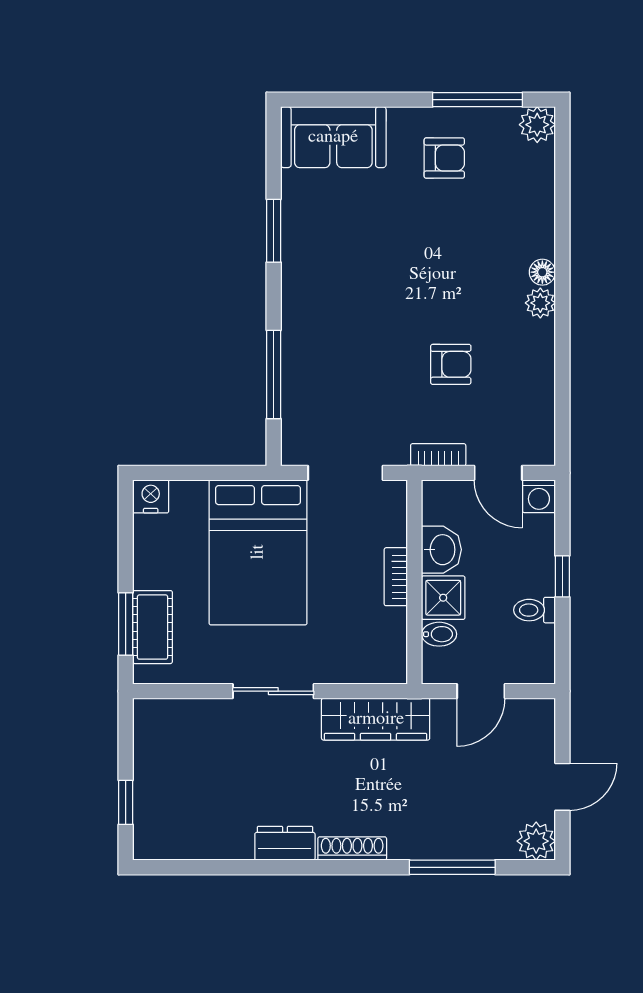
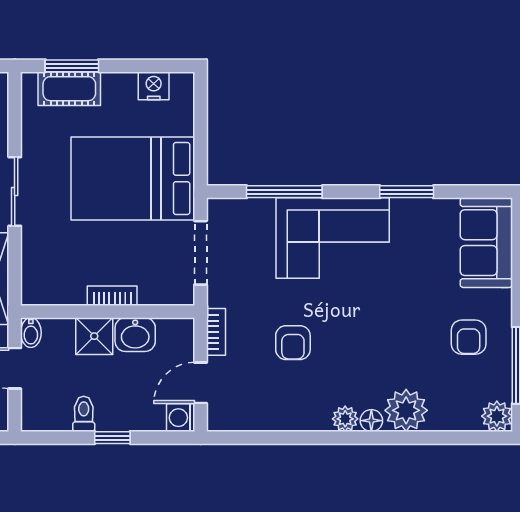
plant: (530, 231) -> (406, 410), added
corner sofa: (328, 318) -> (333, 238), added
nightstand: (151, 496) -> (154, 86), moved, turned -90
bidet: (439, 634) -> (31, 333), moved

